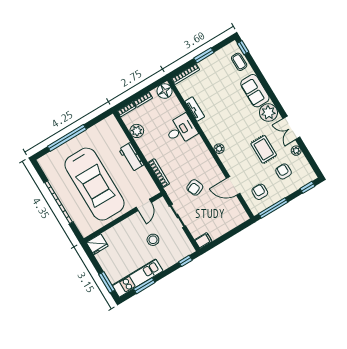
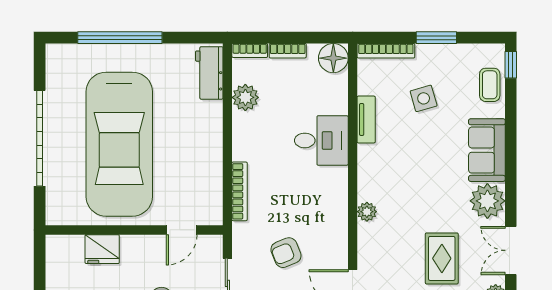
side table: (214, 85) -> (424, 98), added
workbench: (131, 157) -> (209, 73), moved
fridge: (97, 244) -> (102, 249), moved

